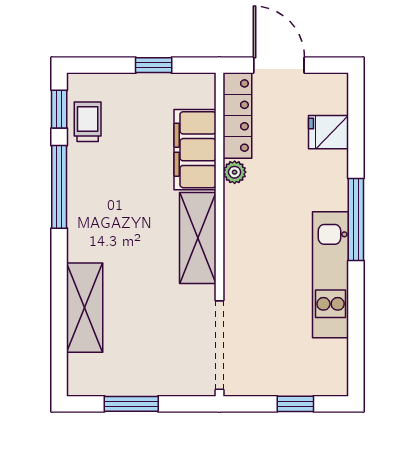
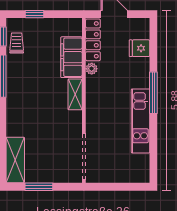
window: (154, 65) -> (35, 14), moved
shelving: (198, 238) -> (75, 94), width x0.67, depth x0.75
shelving: (85, 308) -> (15, 160), moved
window: (295, 404) -> (123, 187), removed

